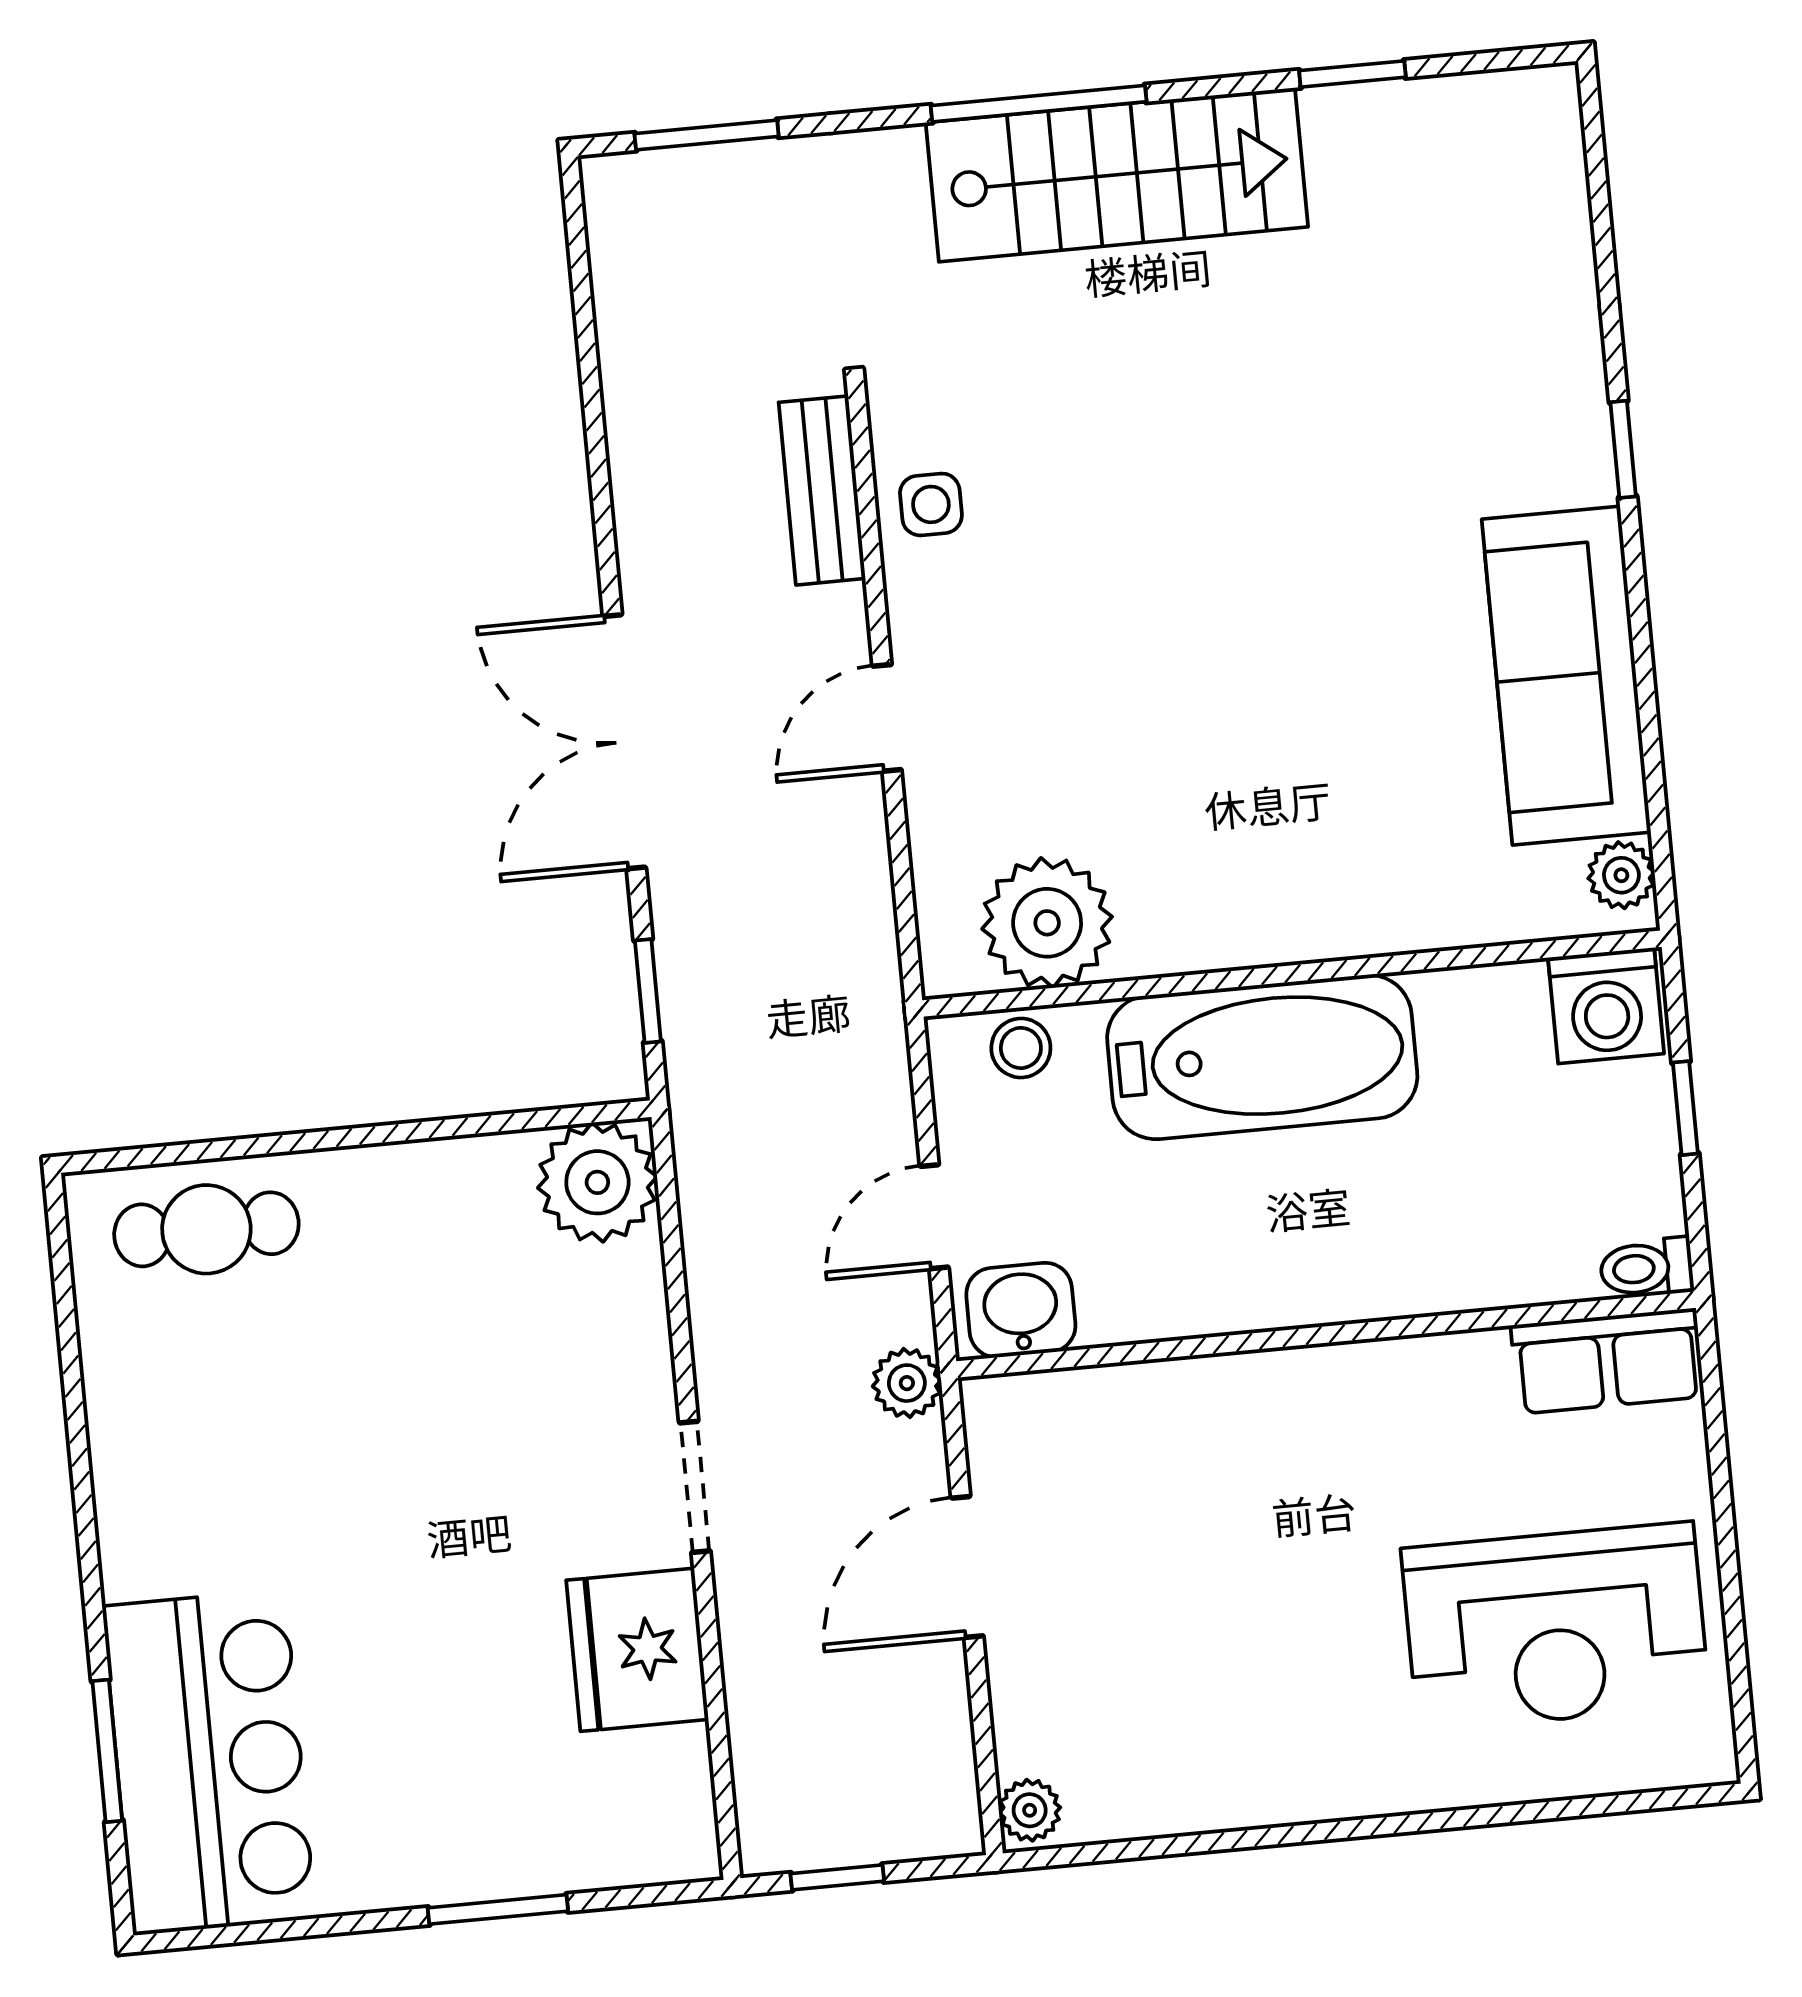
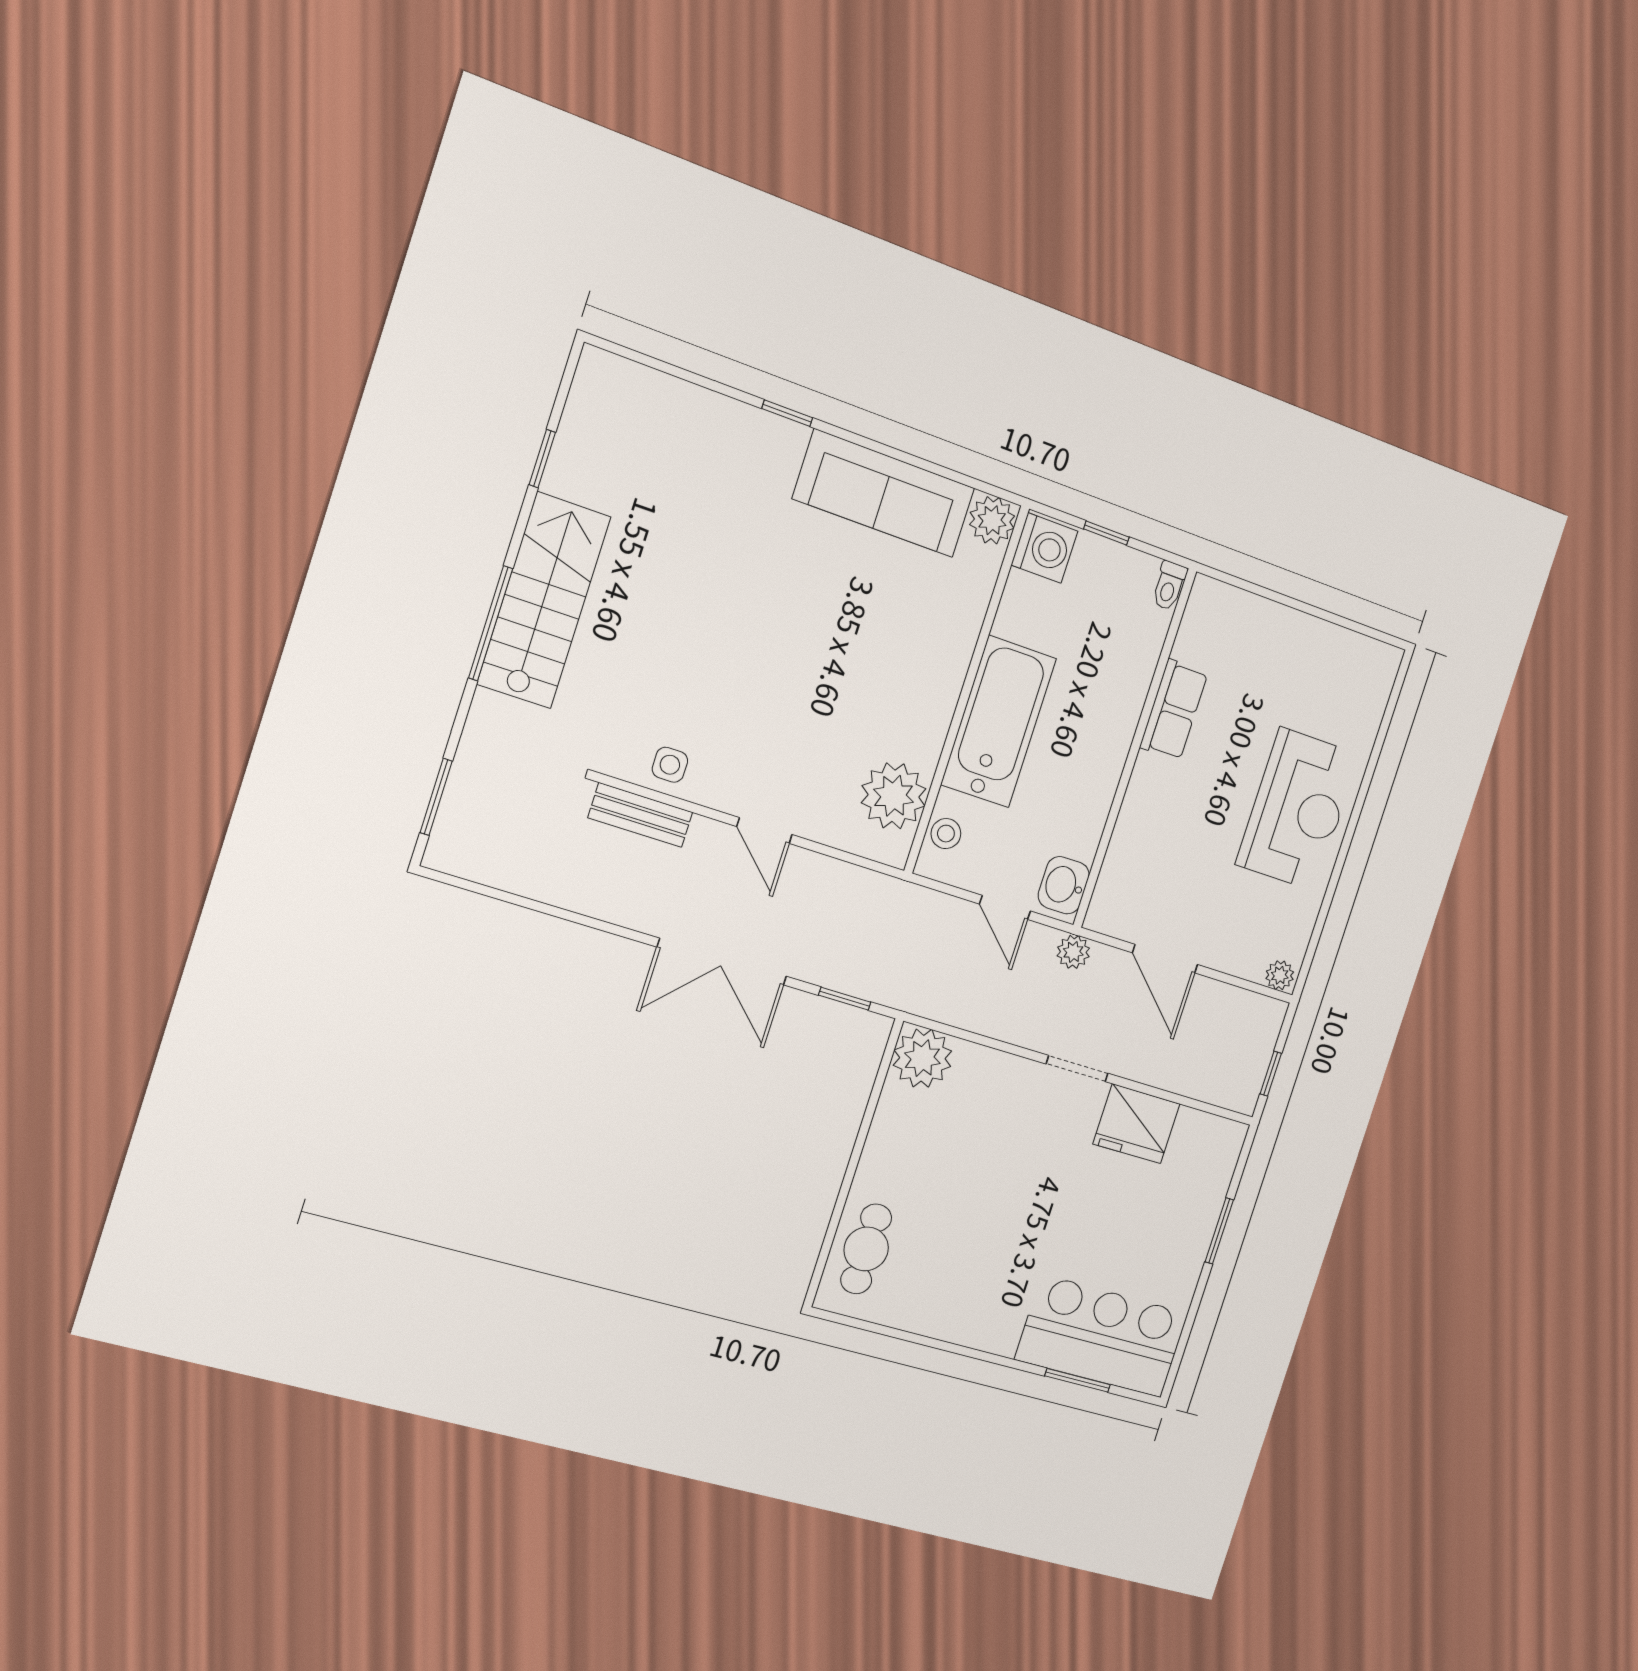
plant: (1621, 875) -> (992, 520), width x1.38, depth x1.38
row of seats: (1607, 1361) -> (1174, 710), moved
reception desk: (1556, 1627) -> (1298, 809), moved

